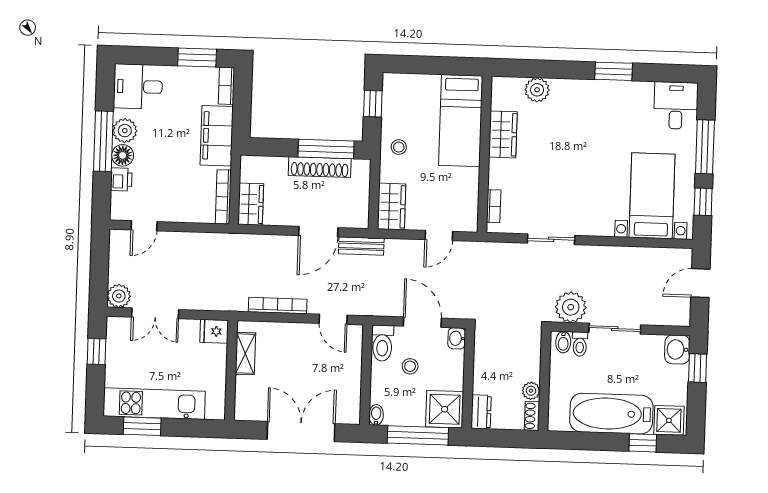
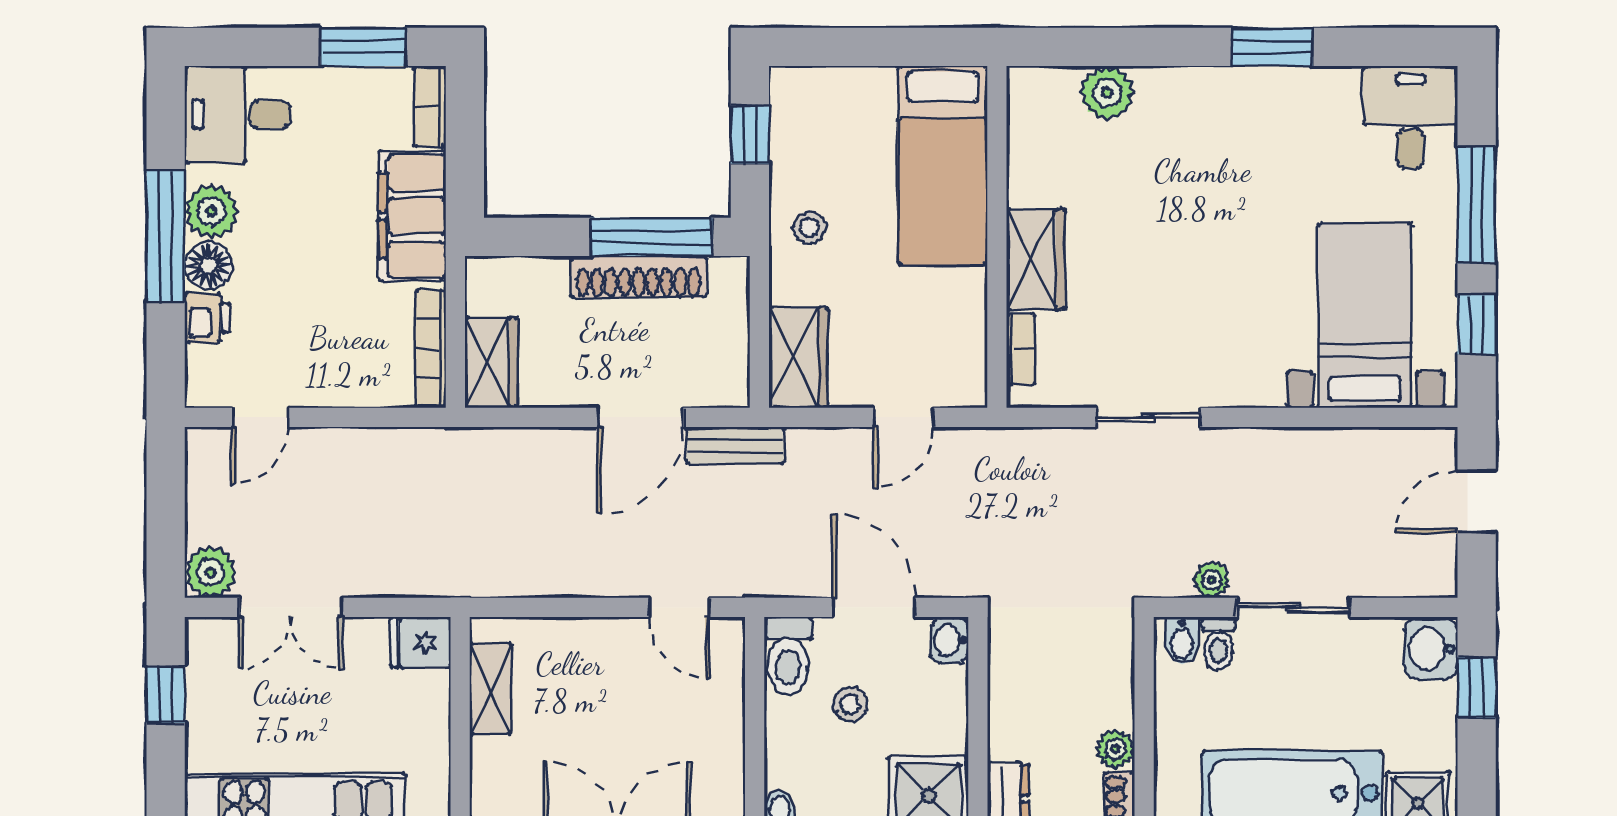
wardrobe: (503, 134) -> (1036, 259), moved
bookcase: (278, 306) -> (557, 582), removed
plant: (571, 307) -> (1212, 580), width x0.53, depth x0.53

